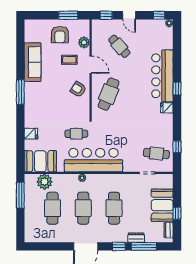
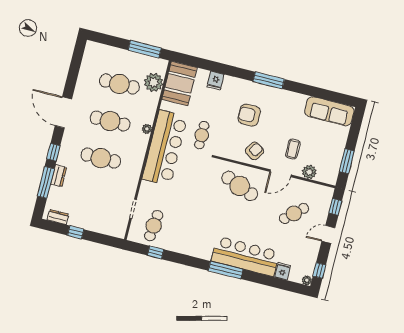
armchair: (60, 35) -> (249, 115), moved
sofa: (33, 62) -> (329, 111), moved
window: (177, 89) -> (226, 270), width x2.17
fridge: (167, 108) -> (283, 271), moved
booth: (162, 205) -> (90, 217), removed

